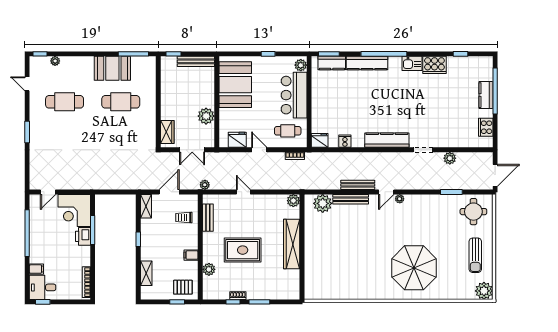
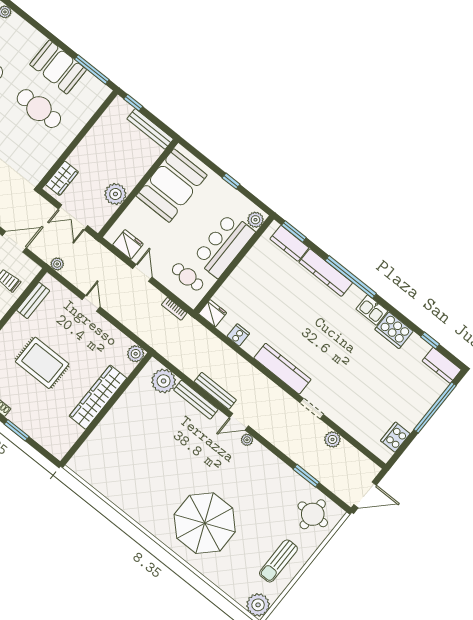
kitchen counter: (486, 95) -> (442, 365), moved, turned -90

